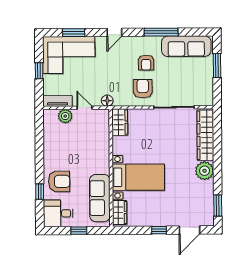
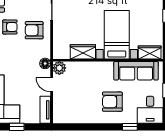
door: (84, 108) -> (52, 85), hinge flipped
plant: (65, 116) -> (59, 68), moved
wardrobe: (120, 122) -> (83, 52), moved
armchair: (59, 181) -> (112, 102), moved, turned -90

